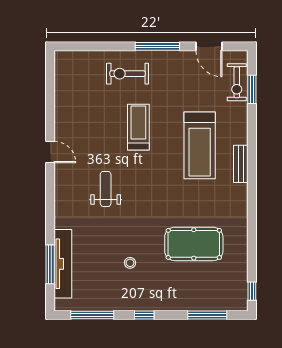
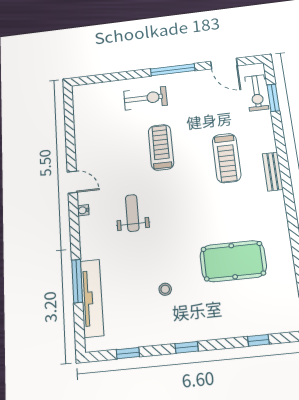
exercise bike: (128, 74) -> (145, 98), turned 180
treadmill: (200, 145) -> (227, 158), width x0.73, depth x0.73
water cooler: (59, 181) -> (83, 210), added
window: (50, 264) -> (77, 281), moved
window: (92, 315) -> (128, 353), width x0.46
window: (207, 315) -> (258, 340), width x0.46

